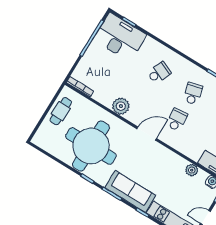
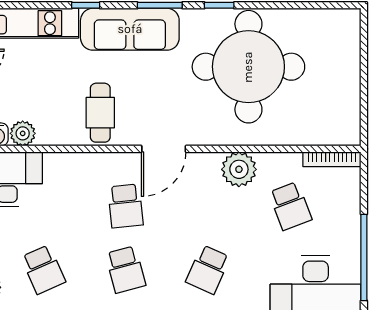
school desk: (109, 78) -> (290, 206), added
cafe table: (61, 111) -> (100, 113), moved
plant: (192, 170) -> (23, 133), moved

